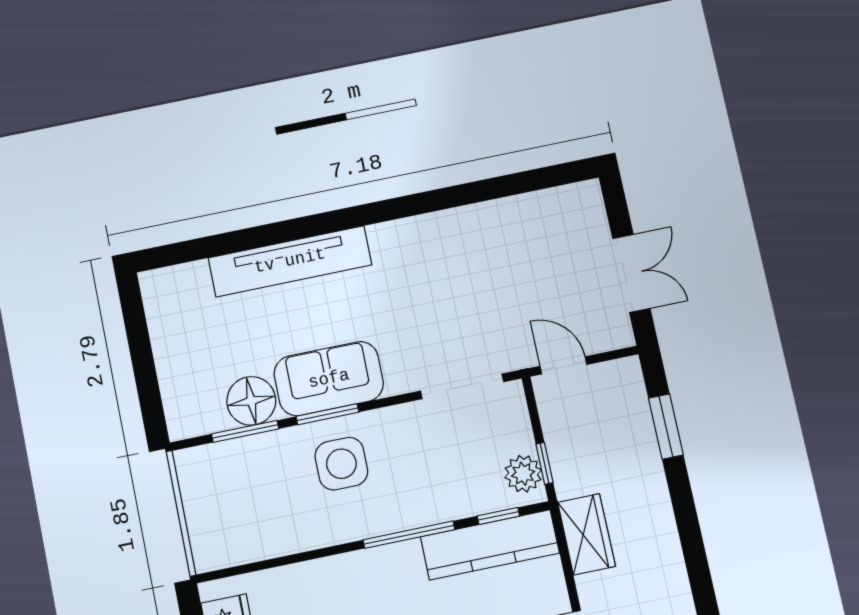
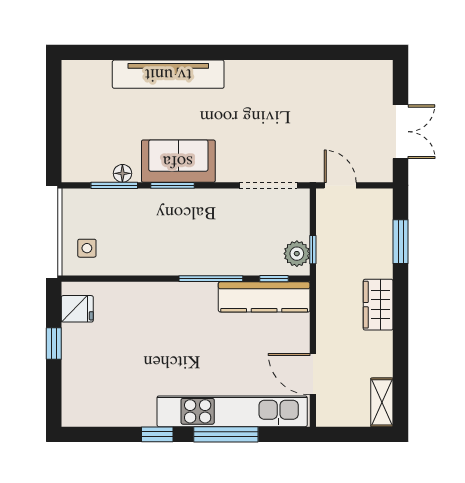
floor lamp: (251, 401) -> (122, 173), width x0.53, depth x0.53
side table: (341, 464) -> (87, 248), moved, width x0.54, depth x0.54
wardrobe: (586, 534) -> (378, 305), moved, turned 180

